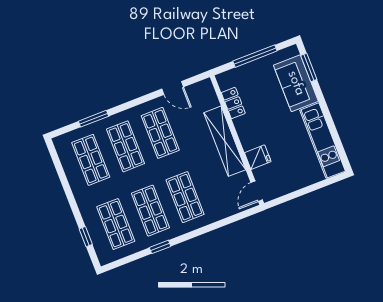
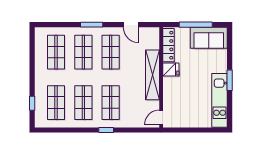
window: (309, 67) -> (230, 80), moved
sofa: (296, 83) -> (209, 38), moved, turned -90
locker: (233, 103) -> (169, 45), width x1.53
window: (93, 119) -> (92, 25), moved
fridge: (258, 157) -> (171, 70), moved
window: (160, 247) -> (106, 130), moved

